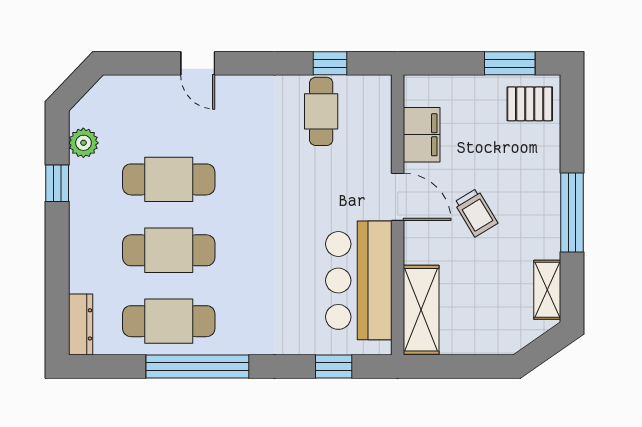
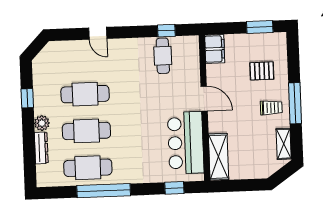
pallet: (530, 104) -> (262, 71), moved
filing cabinet: (422, 135) -> (215, 49), moved
plant: (83, 143) -> (42, 123), moved
trolley: (476, 213) -> (271, 108), moved, turned -59
dresser: (81, 324) -> (41, 148), moved

